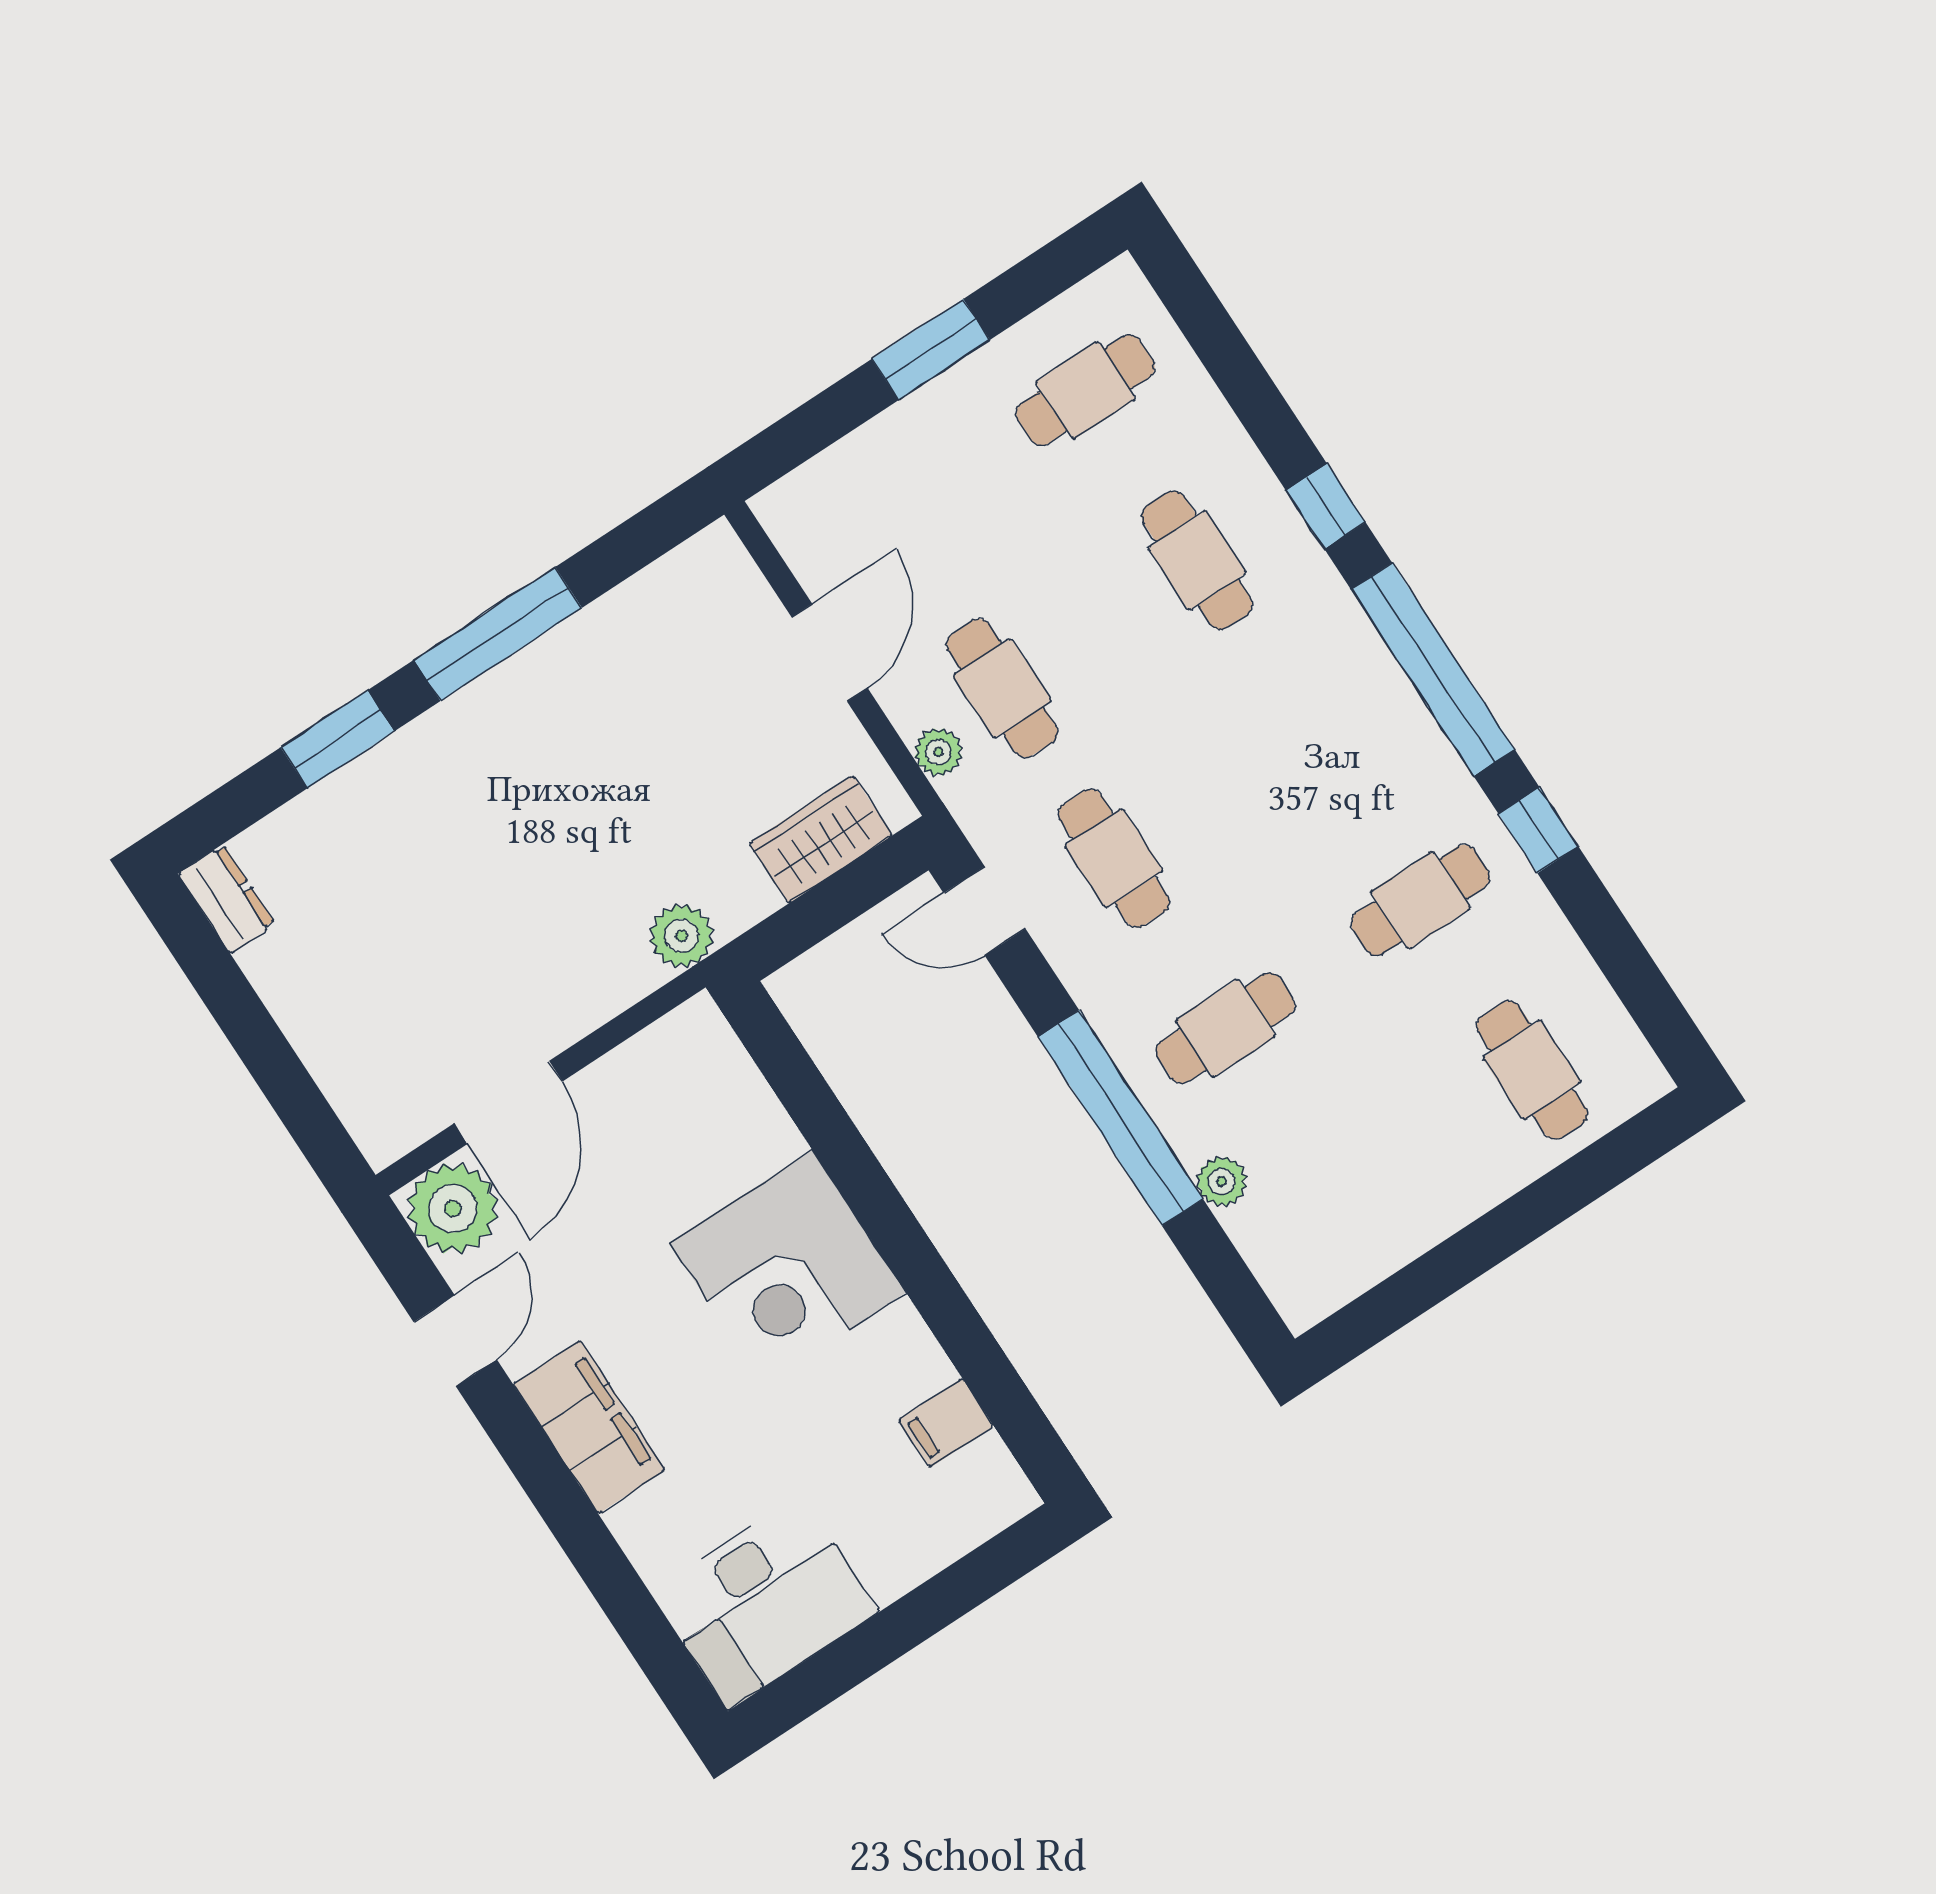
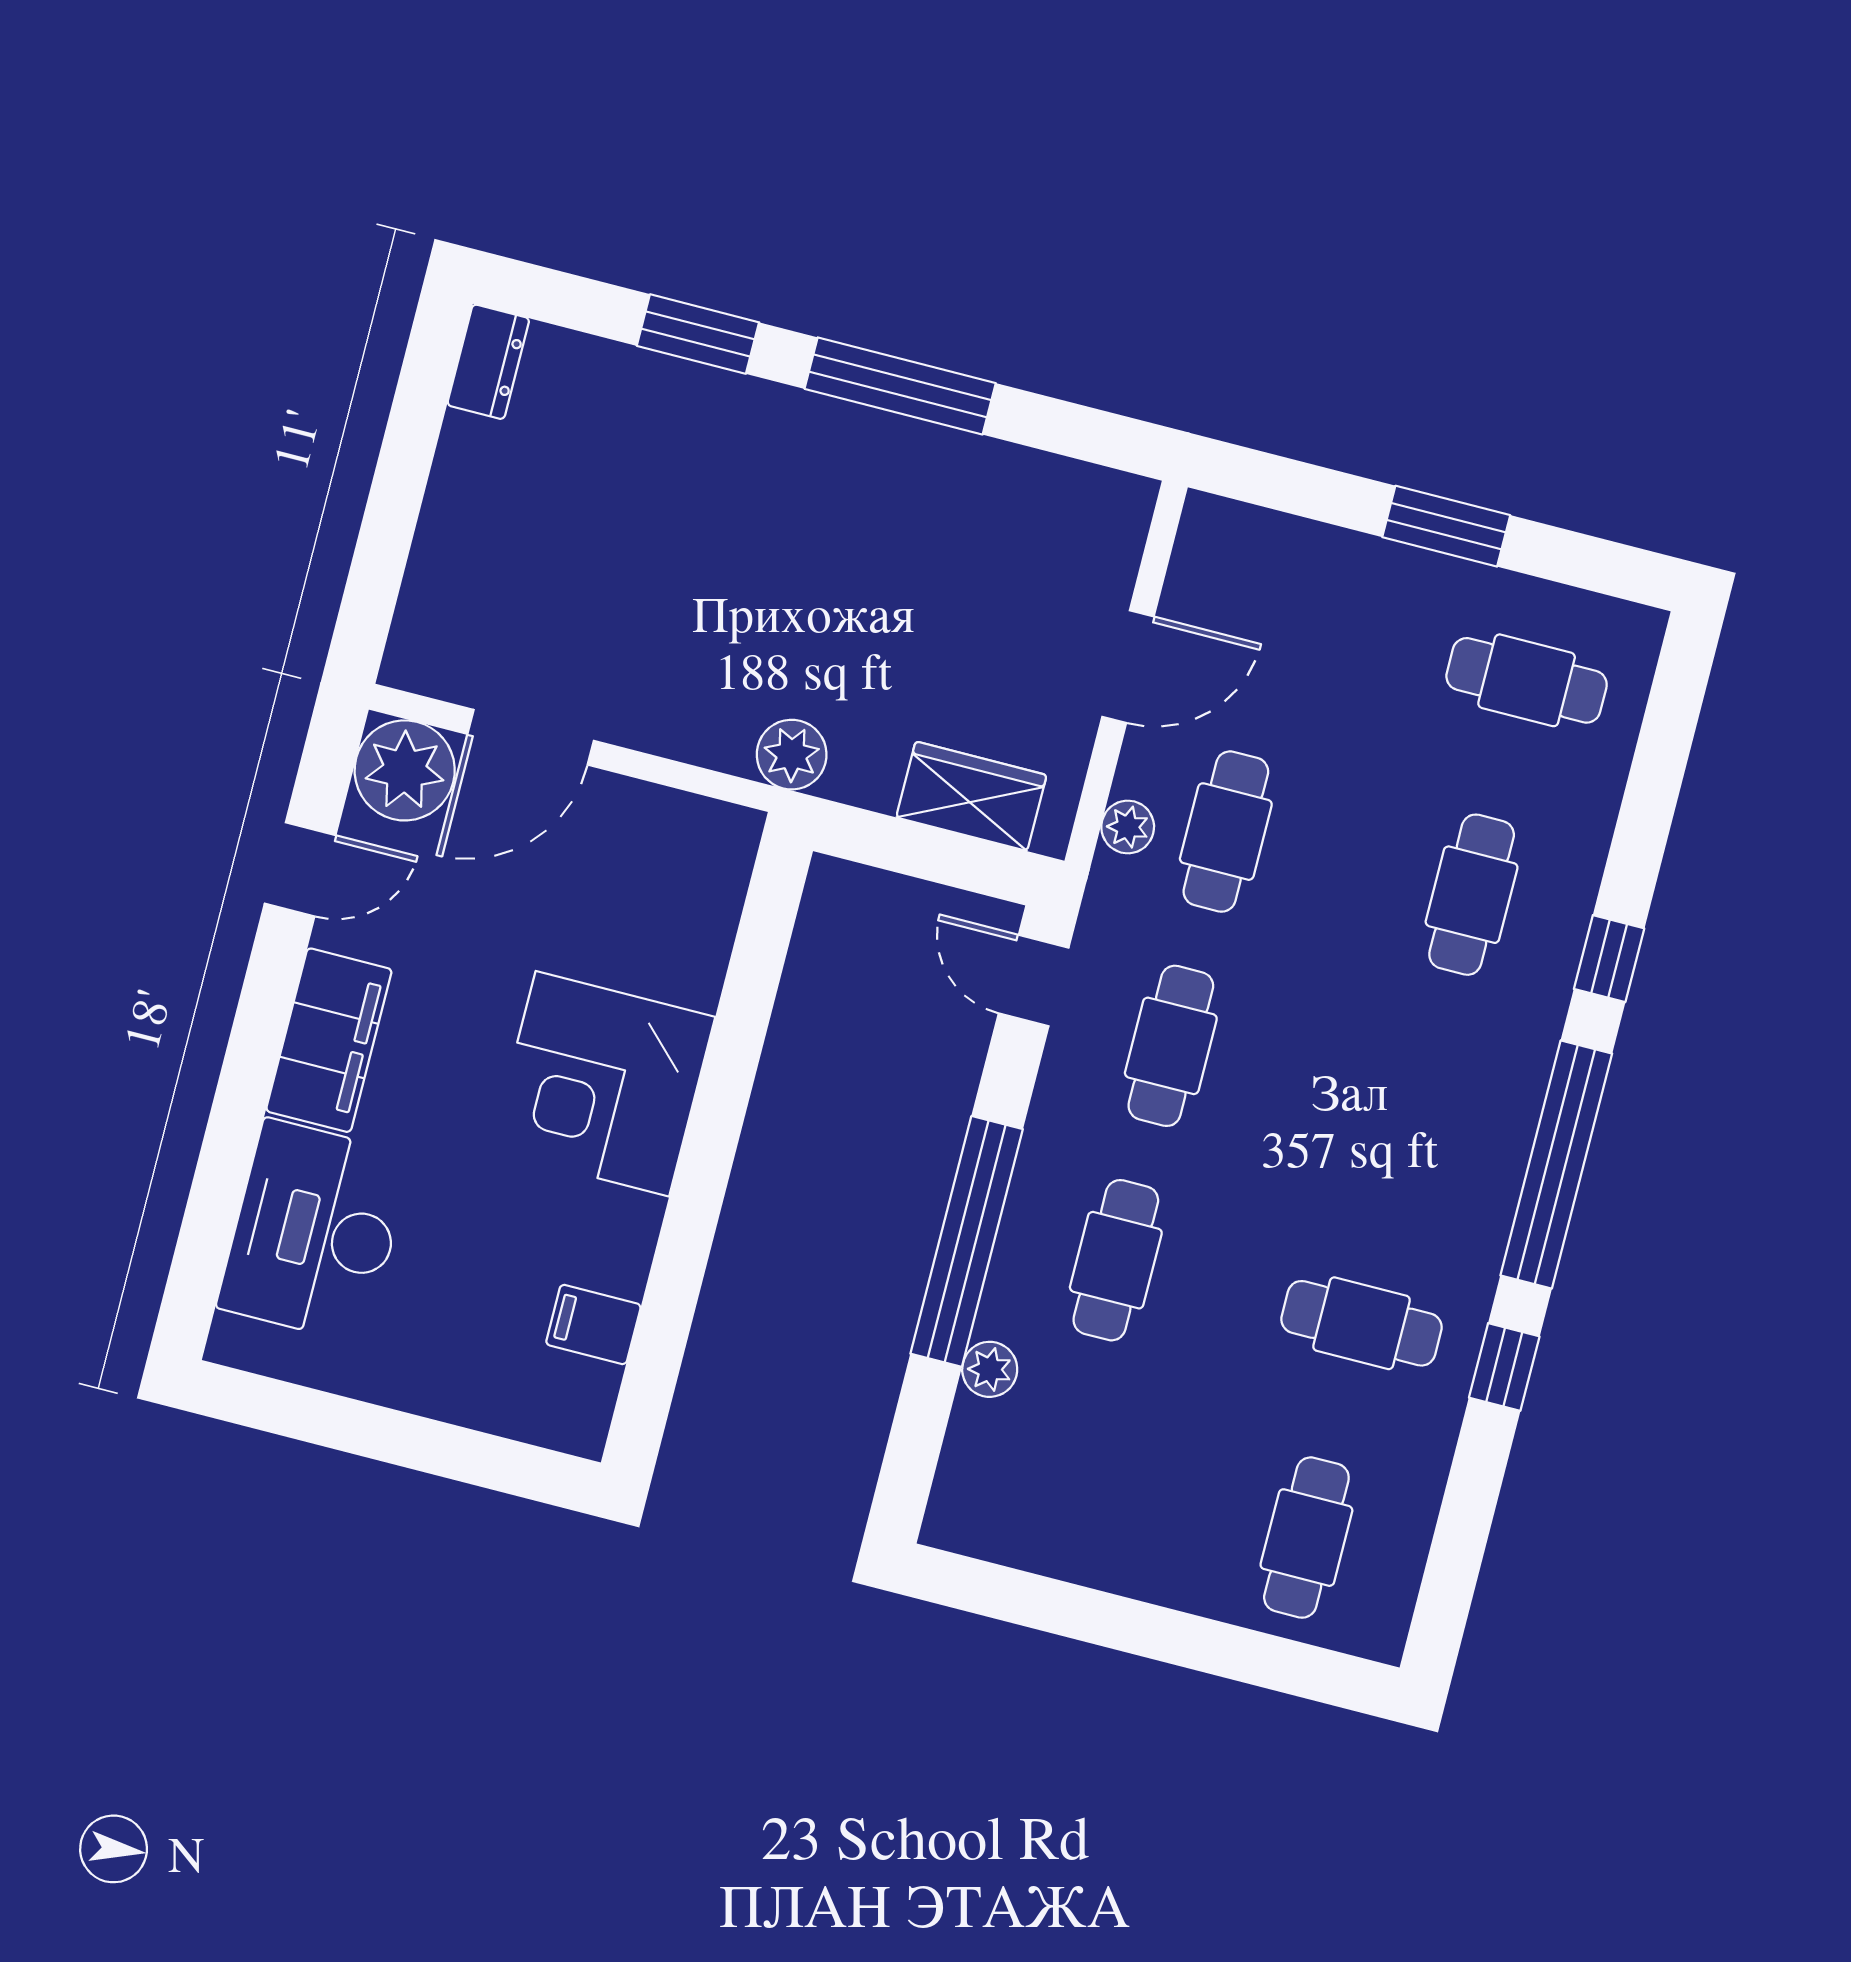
cafe table: (1226, 1028) -> (1116, 1260), turned 90
desk: (765, 1602) -> (315, 1231), moved, turned 90

